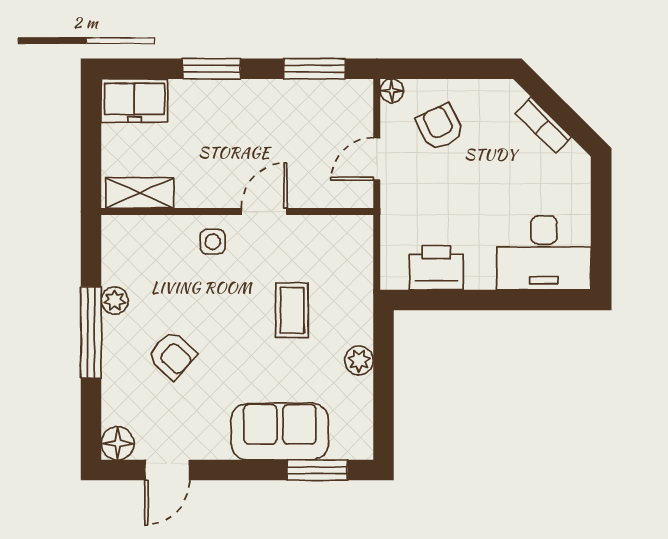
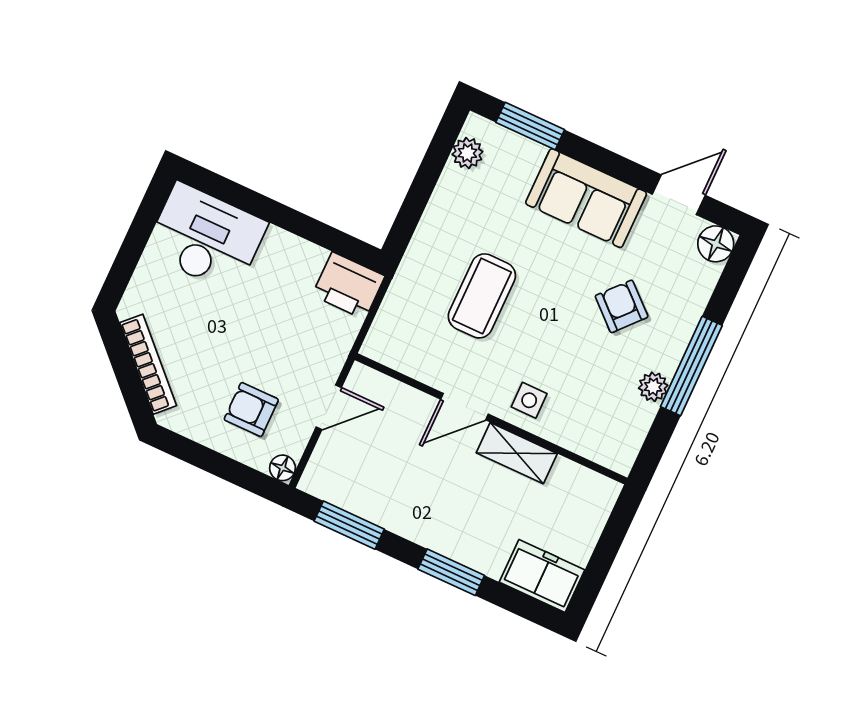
bookcase: (543, 125) -> (148, 364), width x1.56
armchair: (440, 127) -> (251, 410), turned 116
shelving: (140, 193) -> (517, 453), moved
printer: (436, 268) -> (348, 286), moved
coffee table: (292, 310) -> (482, 296), width x1.36, depth x1.30
plant: (359, 361) -> (467, 153), moved
sofa: (280, 432) -> (586, 198), moved

